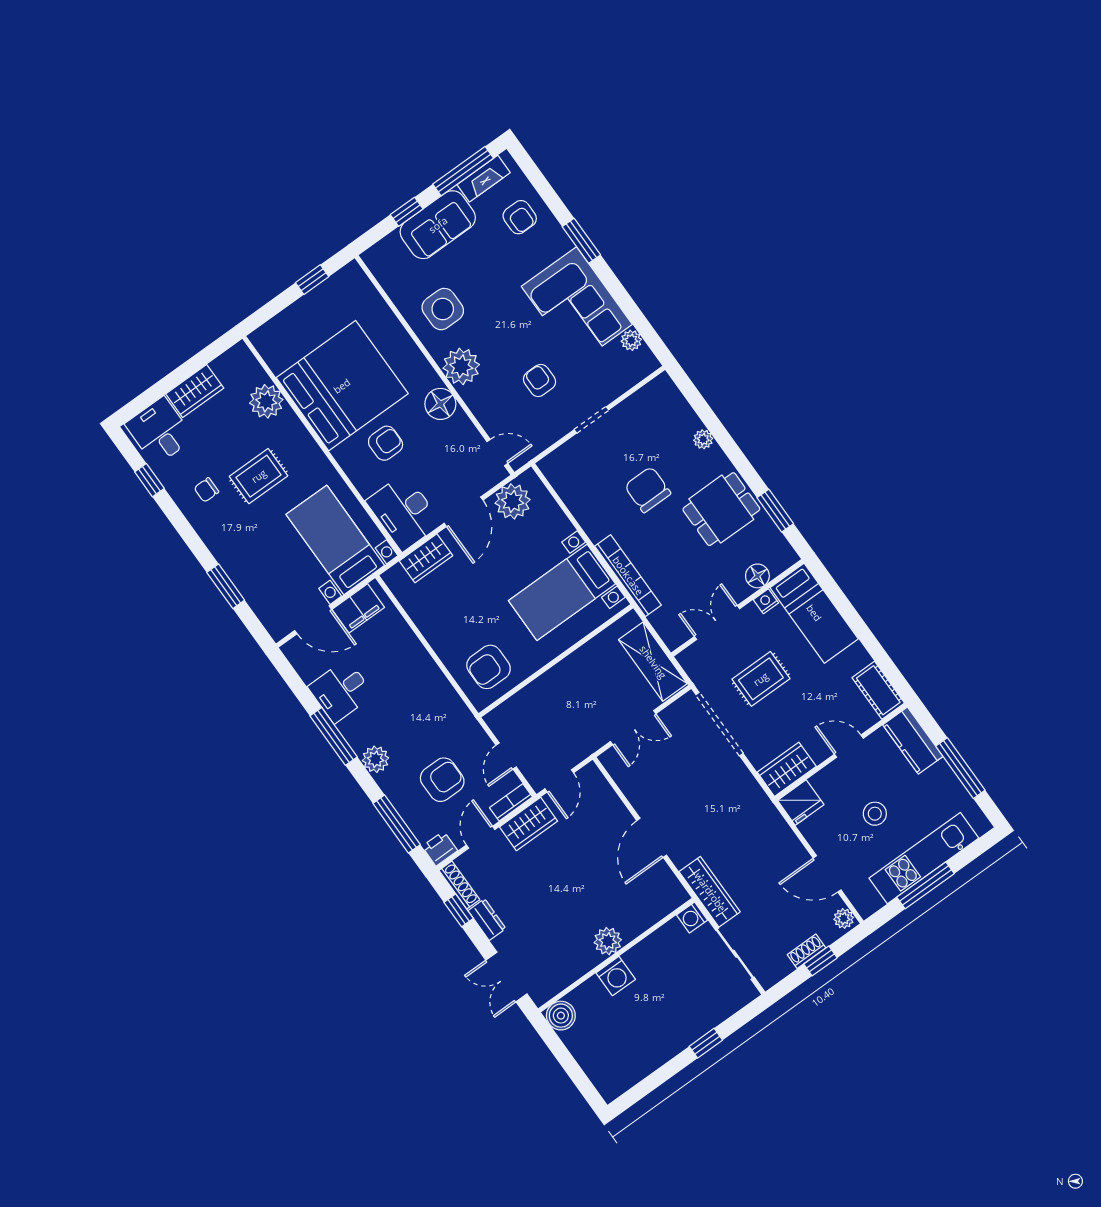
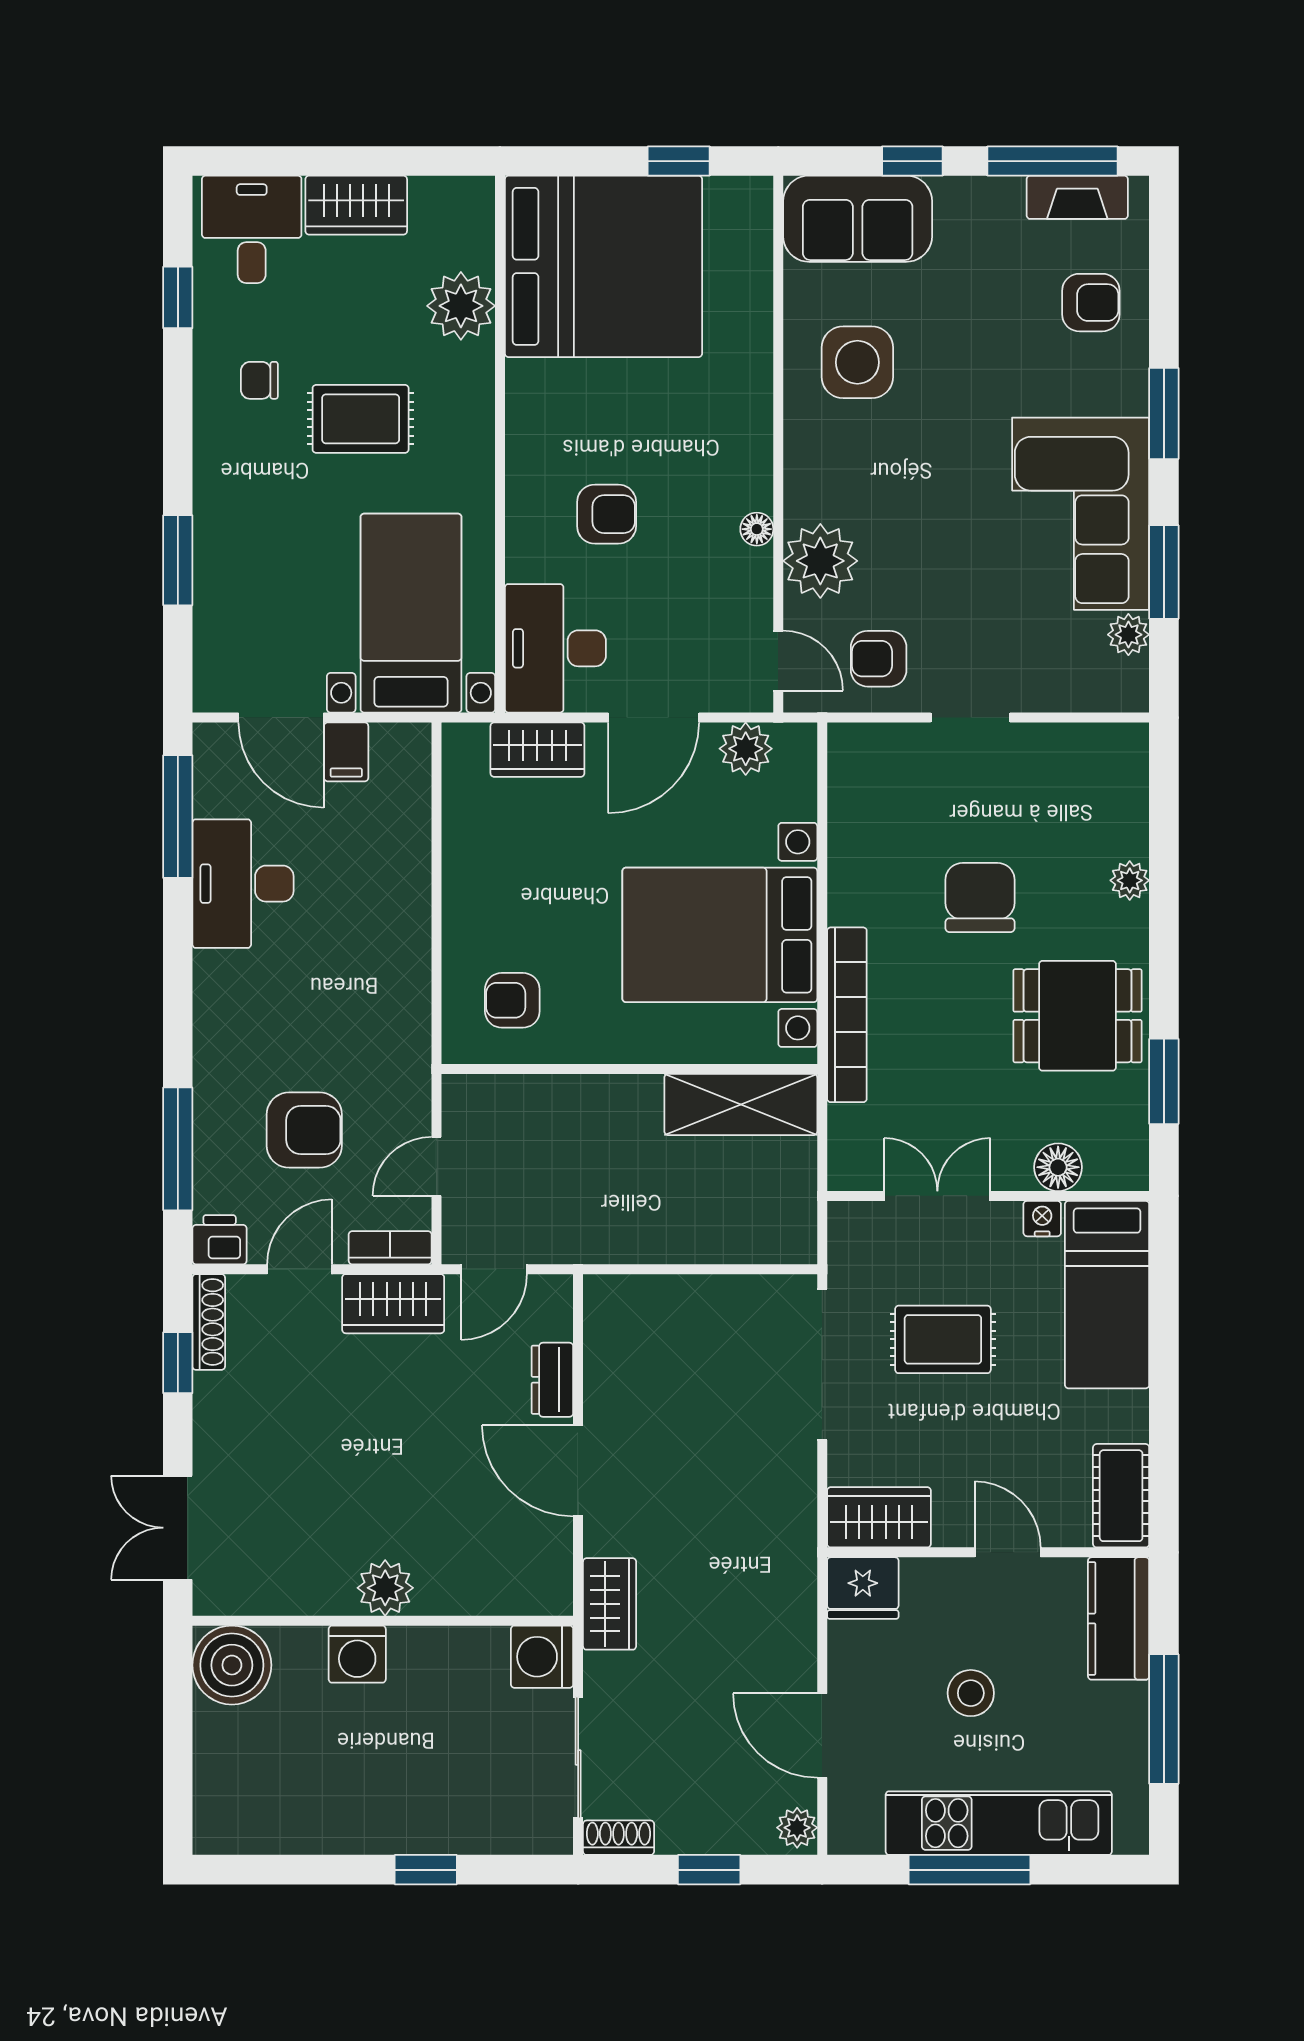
armchair: (520, 217) -> (1091, 303), turned -90
sofa: (438, 225) -> (858, 219), moved
window: (627, 305) -> (1164, 572), added
plant: (461, 366) -> (820, 561), moved
armchair: (540, 380) -> (879, 659), moved, turned -90
bed: (342, 386) -> (603, 266), moved
floor lamp: (440, 404) -> (757, 529), width x0.53, depth x0.53
plant: (513, 501) -> (746, 749), width x0.73, depth x0.73
bed with nightstands: (562, 592) -> (720, 935), width x1.36
filing cabinet: (358, 608) -> (346, 752), width x0.50
shelving: (653, 662) -> (741, 1104), moved, turned 90
armchair: (489, 667) -> (512, 1000), width x0.72, depth x0.72
desk: (341, 691) -> (243, 884), width x1.37
double door: (633, 728) -> (677, 1269), removed
window: (334, 736) -> (178, 817), moved
plant: (375, 759) -> (219, 1018), removed
door: (652, 838) -> (578, 1471), hinge flipped
wardrobe: (710, 892) -> (610, 1604), width x0.67
washing machine: (692, 917) -> (542, 1657), width x1.38, depth x1.38
dresser: (487, 920) -> (552, 1380), moved, turned 180
shoe rack: (807, 951) -> (619, 1838), moved
boiler: (561, 1016) -> (232, 1665), width x1.37, depth x1.37

